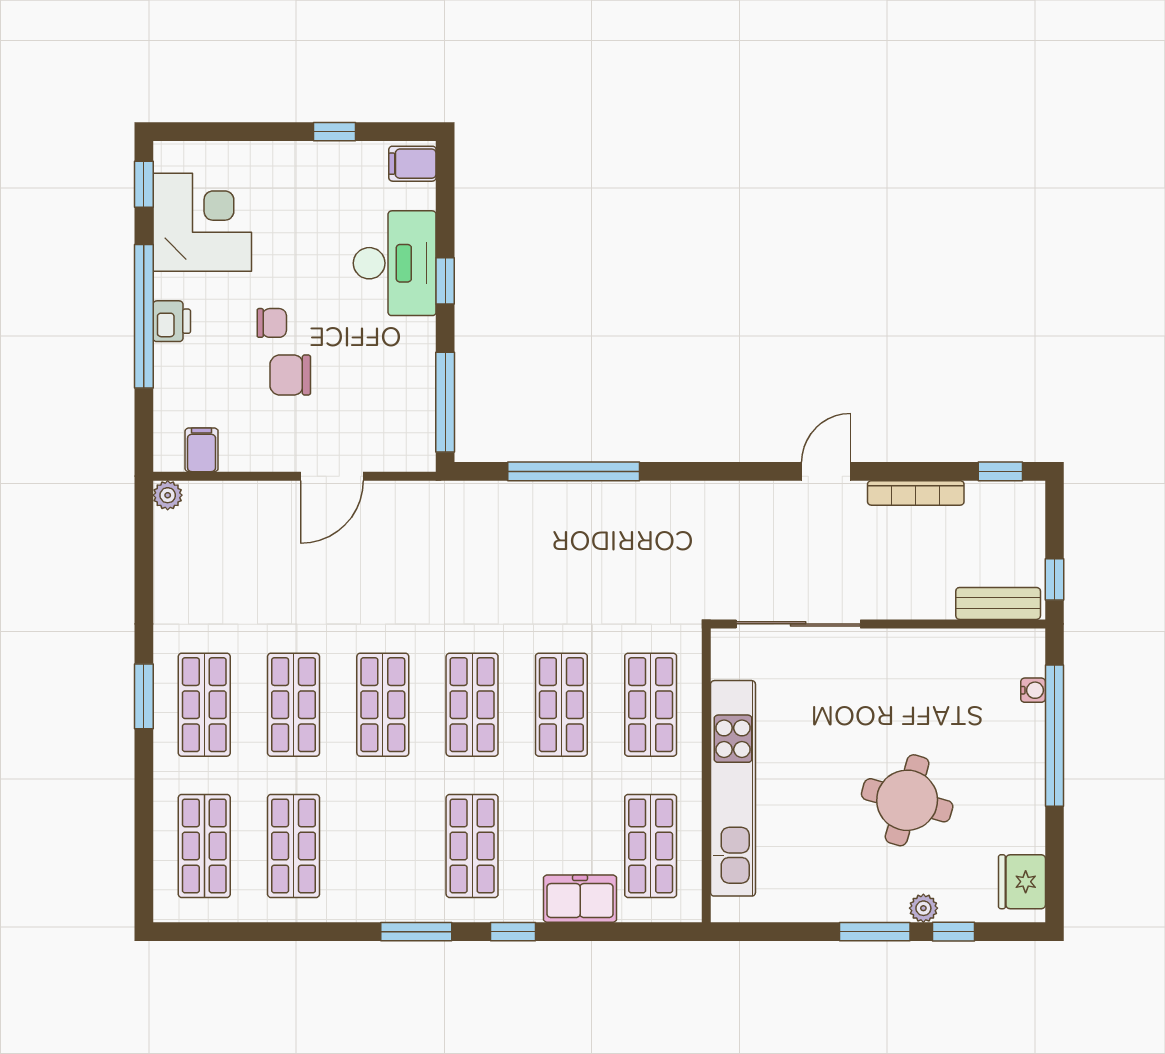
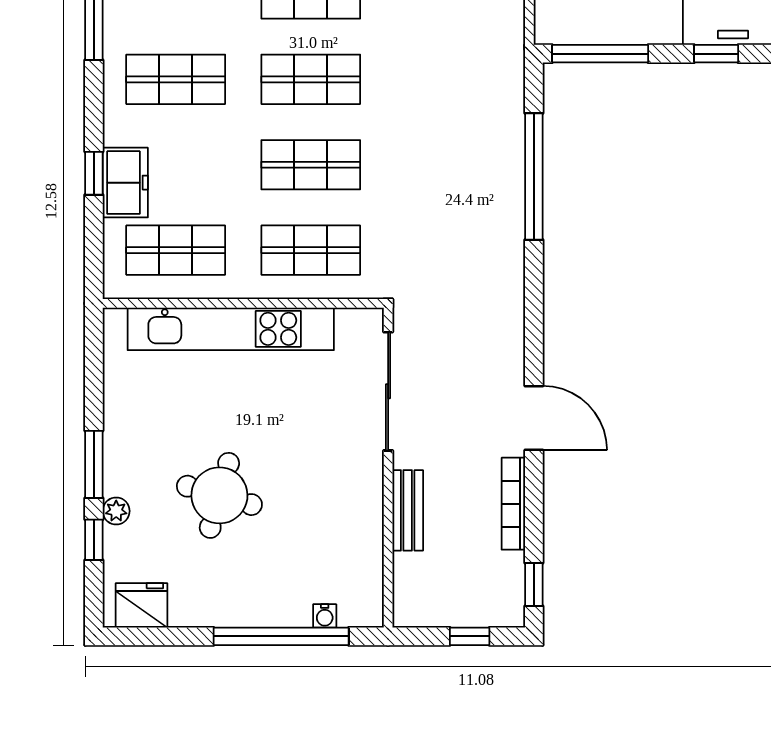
door: (826, 471) -> (534, 418), width x1.38
window: (1054, 579) -> (470, 636), moved
bench: (998, 603) -> (408, 510), moved
window: (513, 932) -> (94, 173), moved

